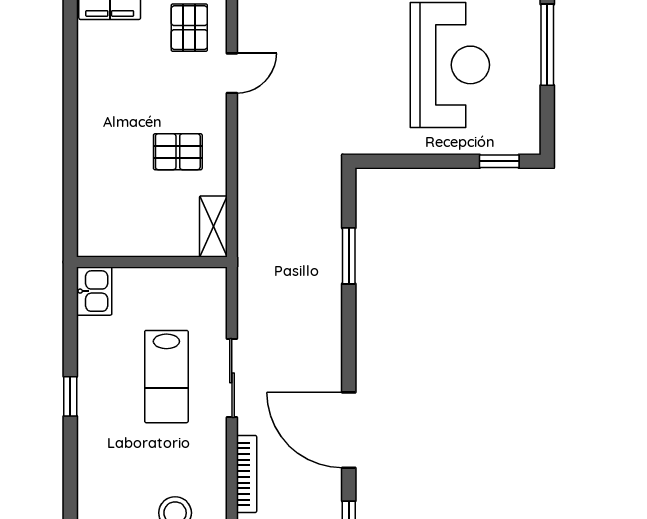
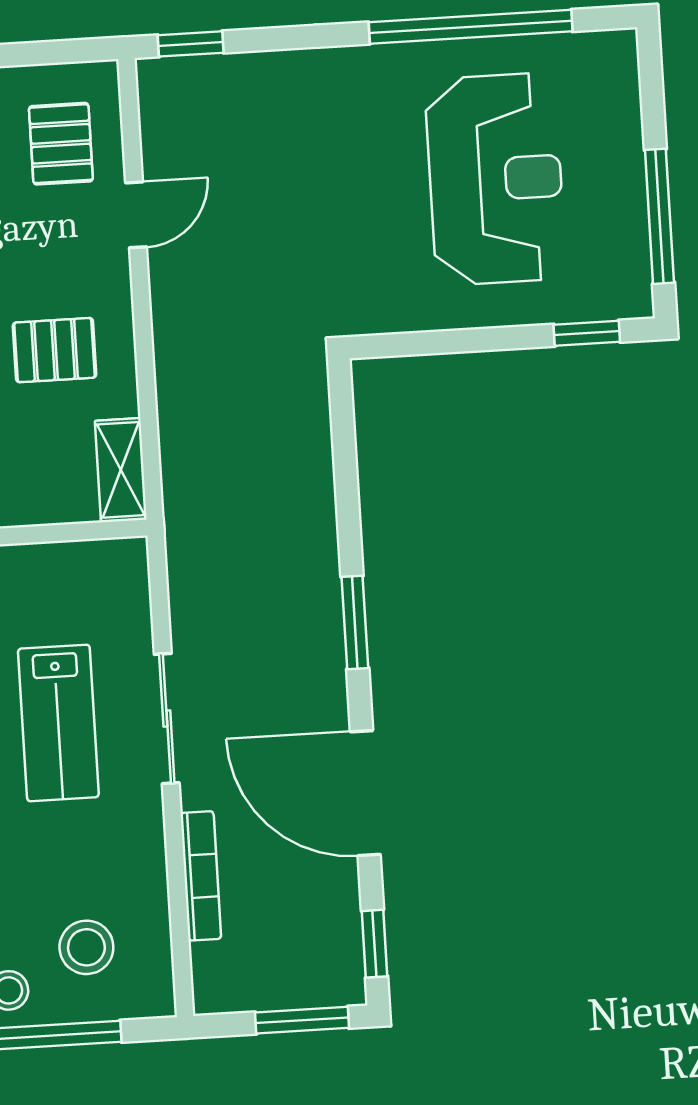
window: (547, 45) -> (659, 216), moved
window: (349, 256) -> (355, 622), moved

